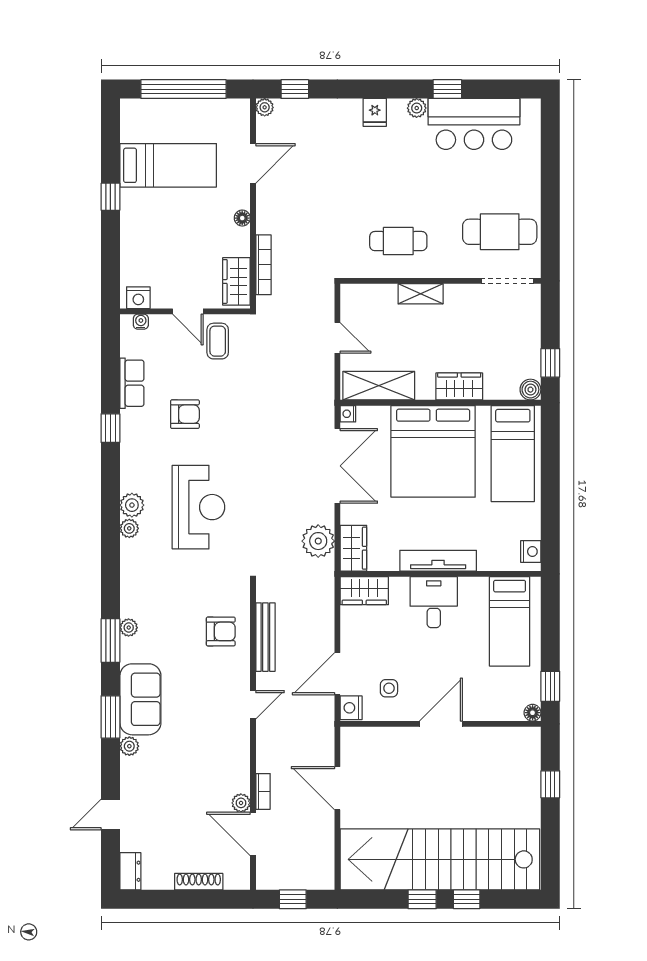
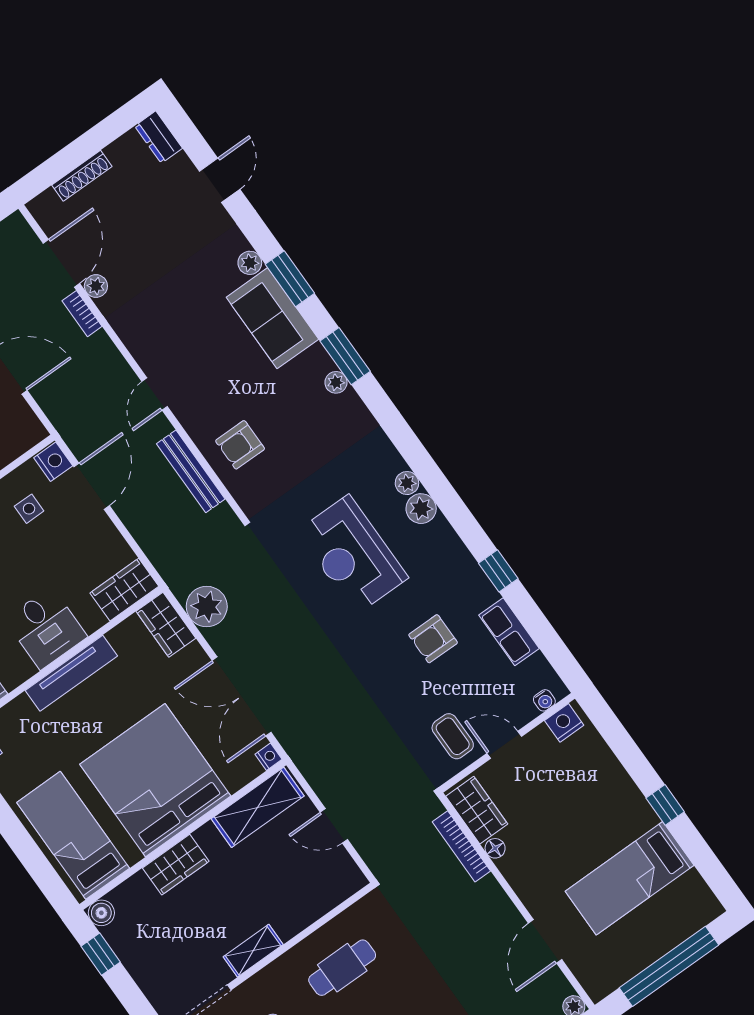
floor lamp: (242, 218) -> (495, 848), moved
shelving: (421, 294) -> (253, 951), moved
door: (253, 834) -> (61, 263), hinge flipped

